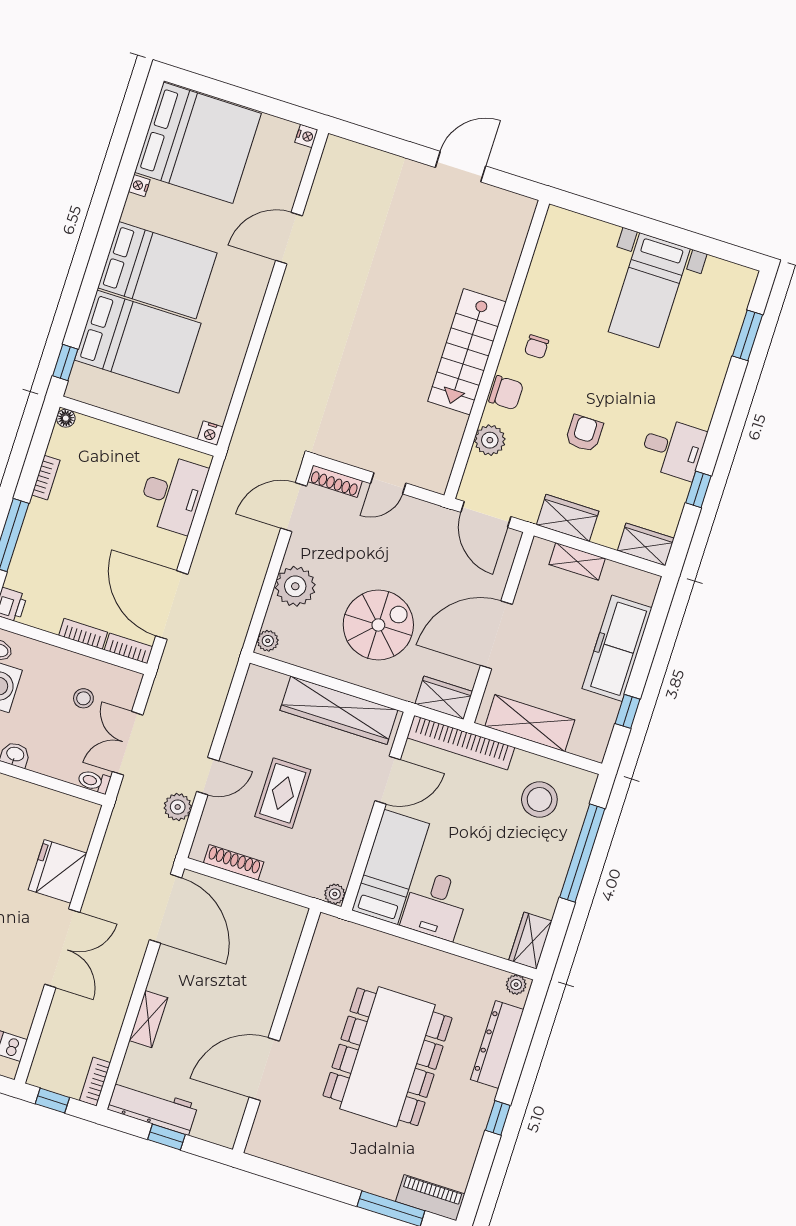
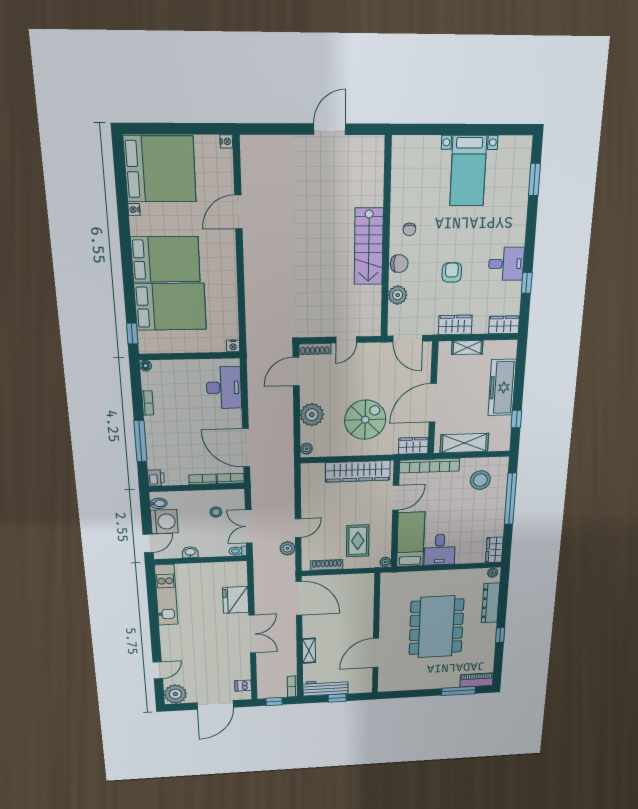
rug: (283, 793) -> (358, 541), moved

